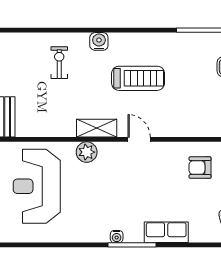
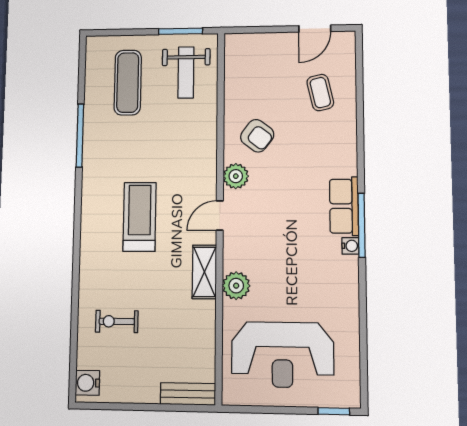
water cooler: (99, 41) -> (88, 383), moved
plant: (169, 151) -> (236, 176), added
armchair: (200, 168) -> (257, 136), turned -53
row of seats: (166, 232) -> (344, 206), moved

